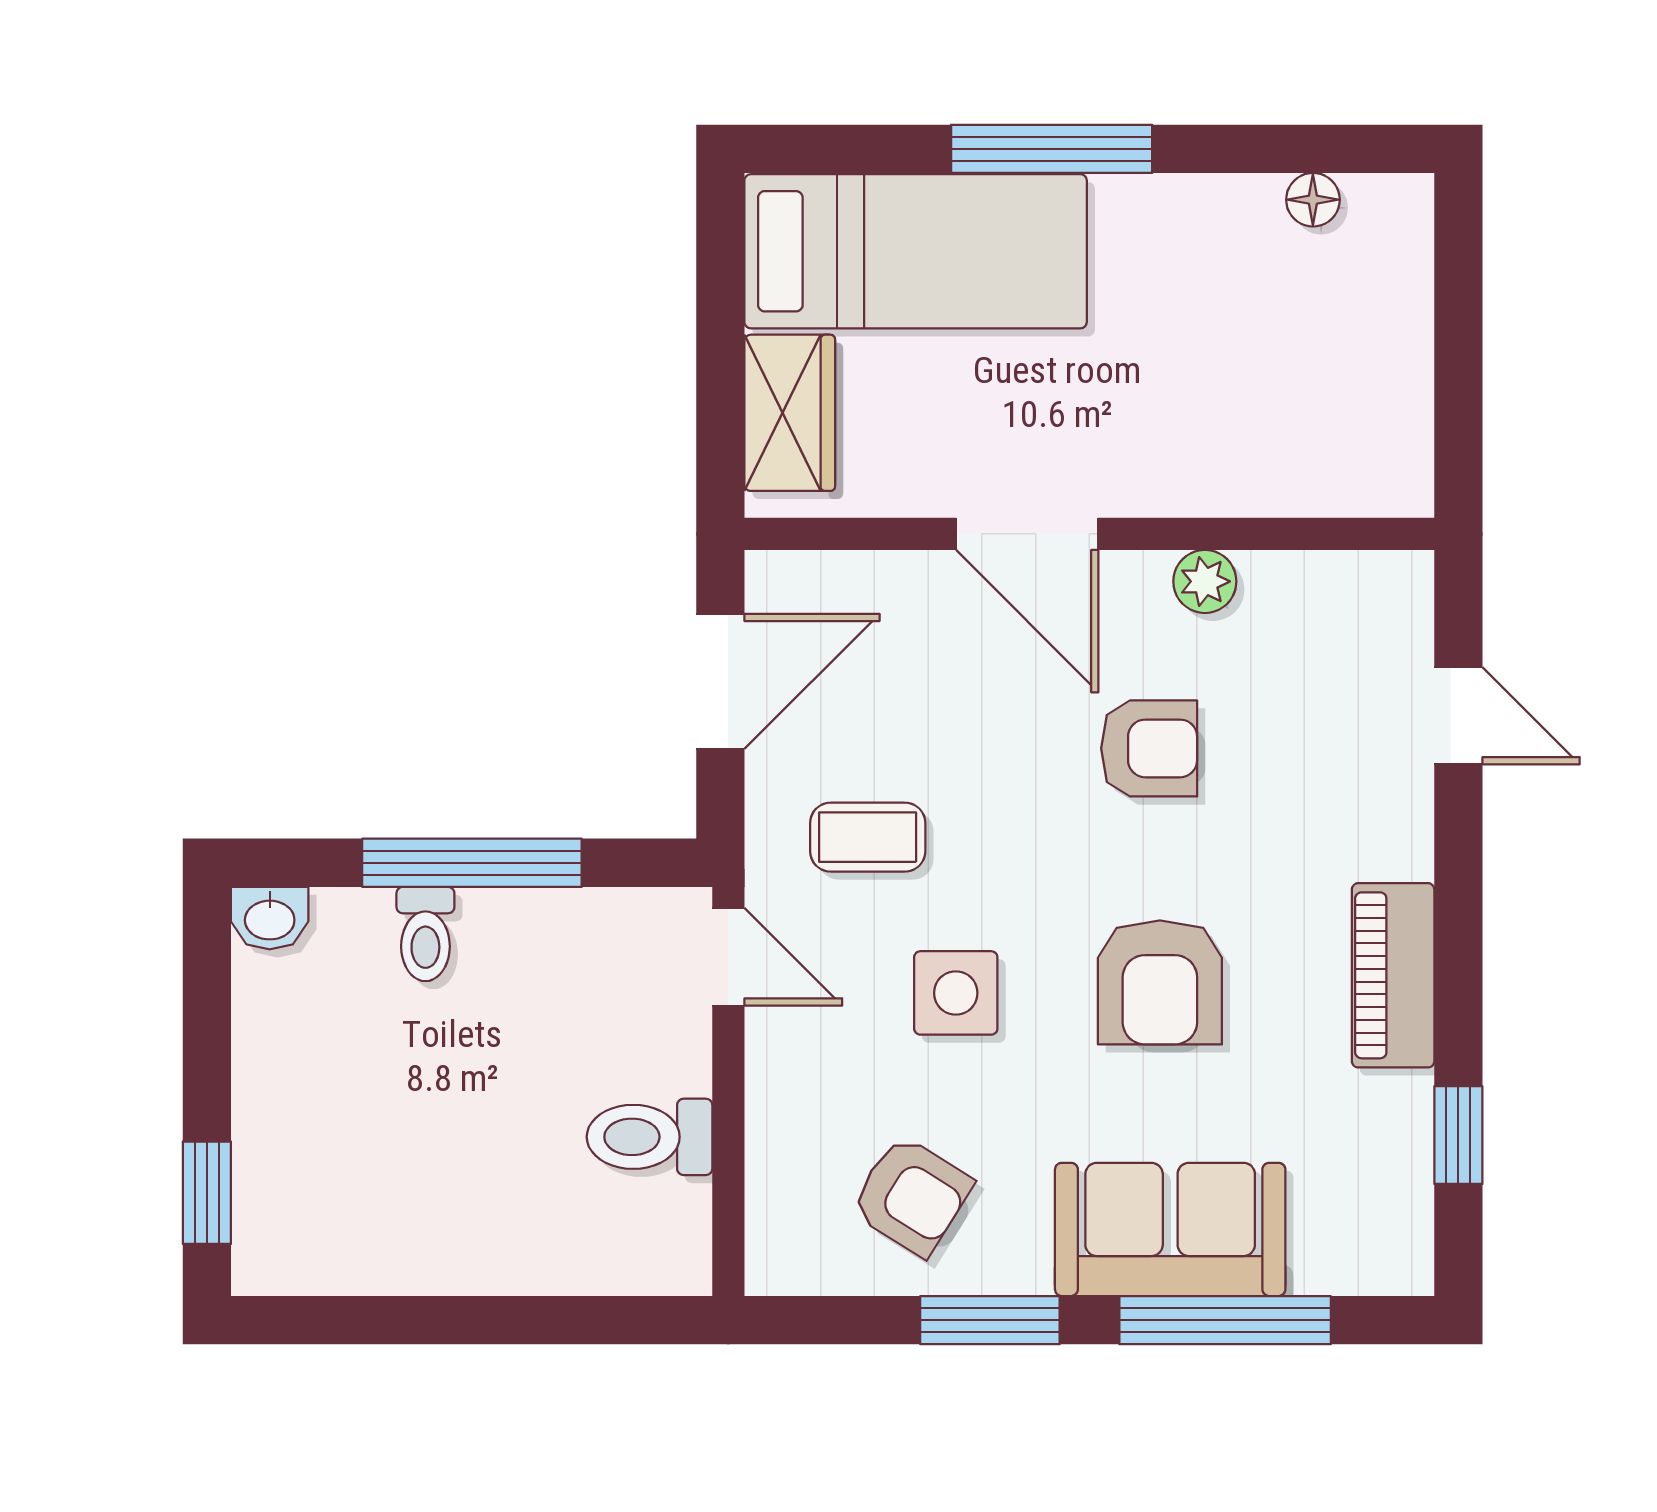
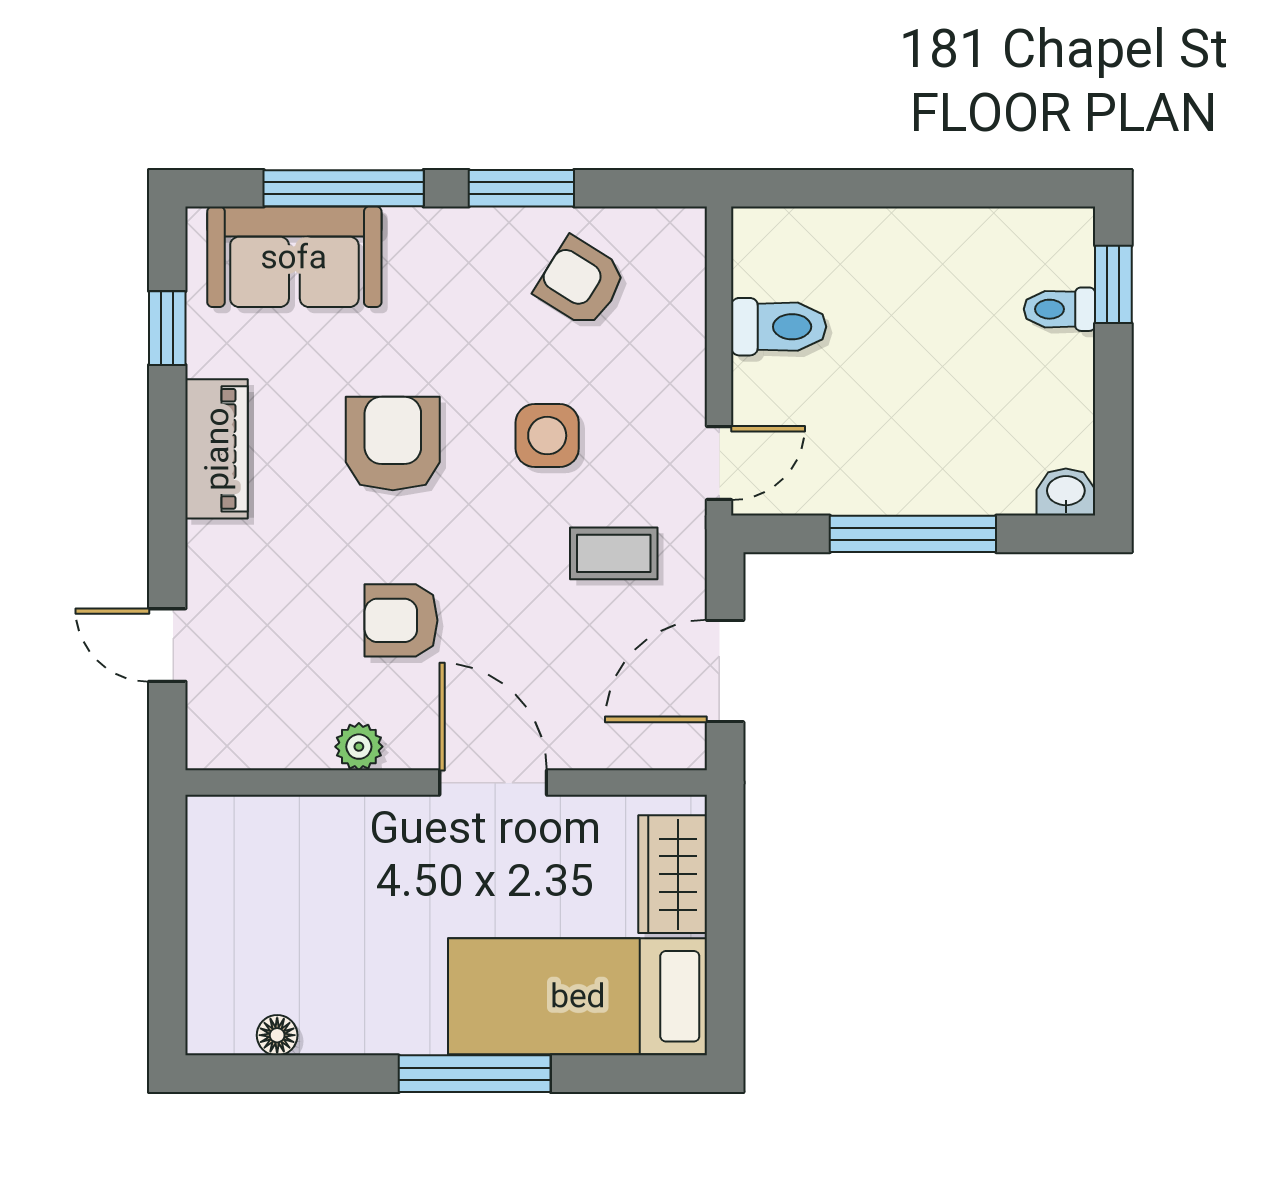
toilet: (425, 934) -> (1059, 309), moved, turned -90
door: (728, 957) -> (719, 463), swing flipped
sofa: (1170, 1229) -> (294, 257), moved

